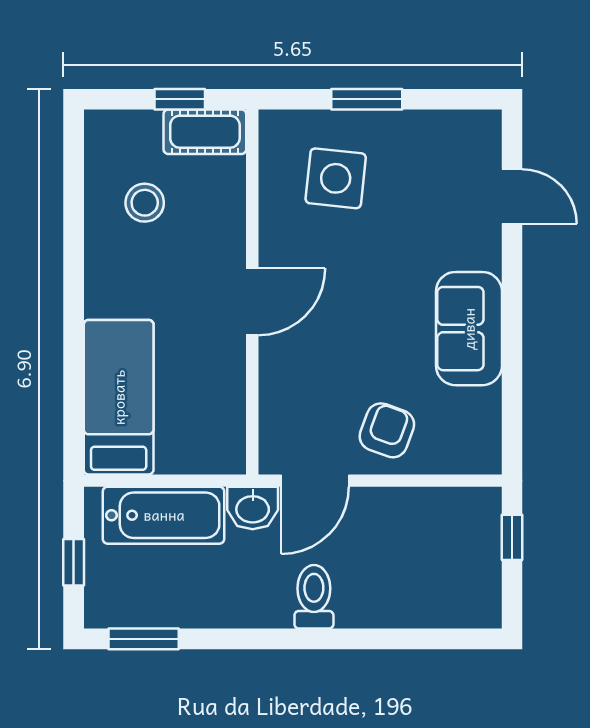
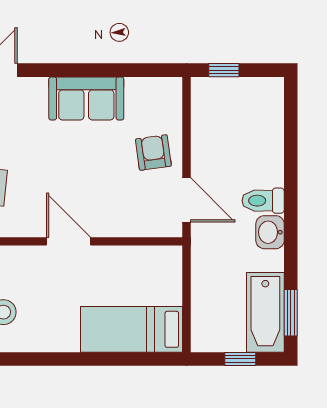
armchair: (387, 430) -> (153, 153), turned 62
washbasin: (253, 508) -> (270, 232), moved, turned 180
bathtub: (164, 515) -> (265, 312), moved, turned 180

